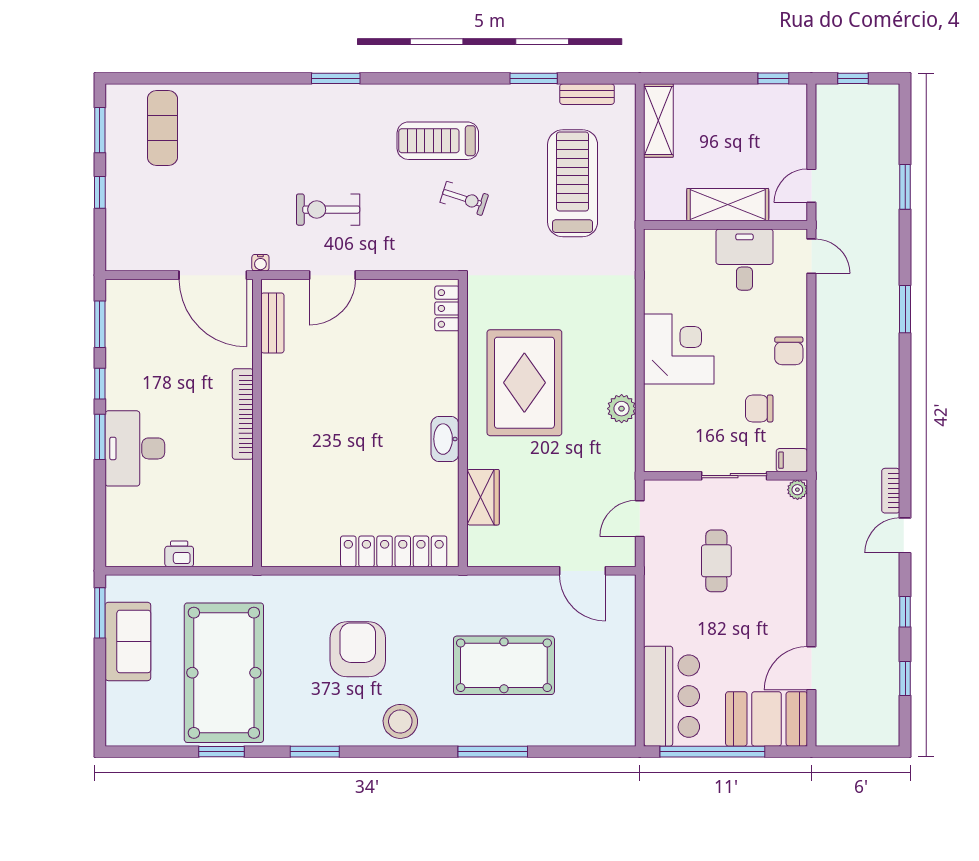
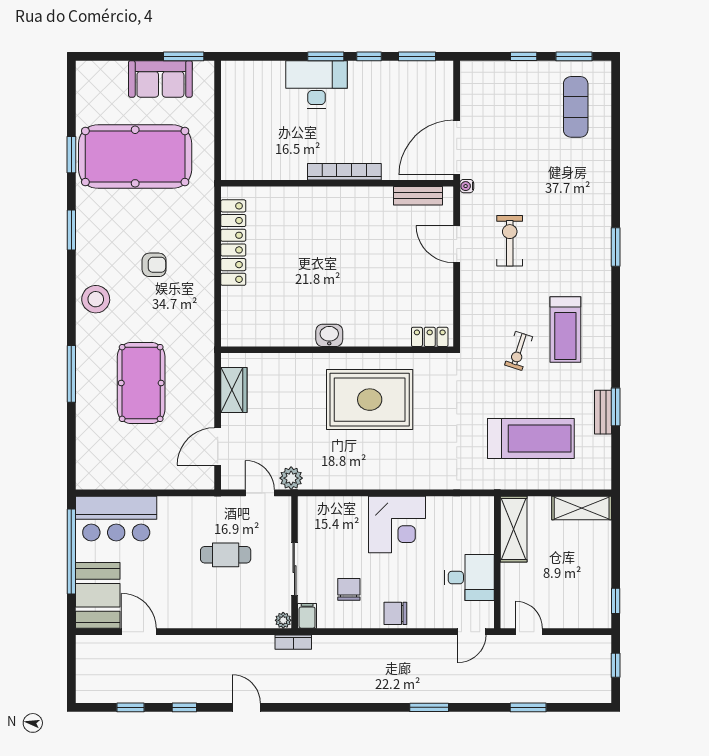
bench: (587, 94) -> (603, 412), moved
exercise mat: (162, 128) -> (576, 107), turned 90
treadmill: (438, 141) -> (565, 330), turned 180
shelving: (728, 205) -> (514, 529), moved
plant: (622, 409) -> (291, 478), moved
washbasin: (445, 439) -> (329, 335), width x0.72
bookcase: (891, 491) -> (293, 642), moved, turned 180
wardrobe: (483, 497) -> (234, 390), moved, turned -90
locker: (394, 551) -> (233, 243), moved
printer: (179, 554) -> (231, 120), removed
armchair: (358, 649) -> (154, 265), width x0.53, depth x0.53

